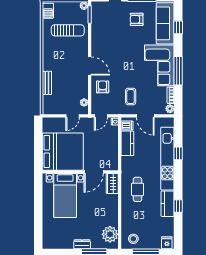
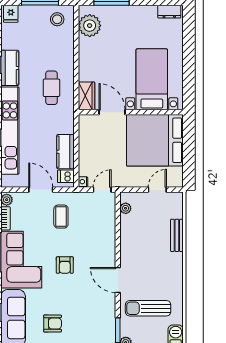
door: (90, 66) -> (118, 280), moved
armchair: (103, 87) -> (65, 265), moved
door: (73, 116) -> (157, 190), moved
door: (94, 172) -> (112, 112), hinge flipped
dresser: (82, 244) -> (169, 12), moved

